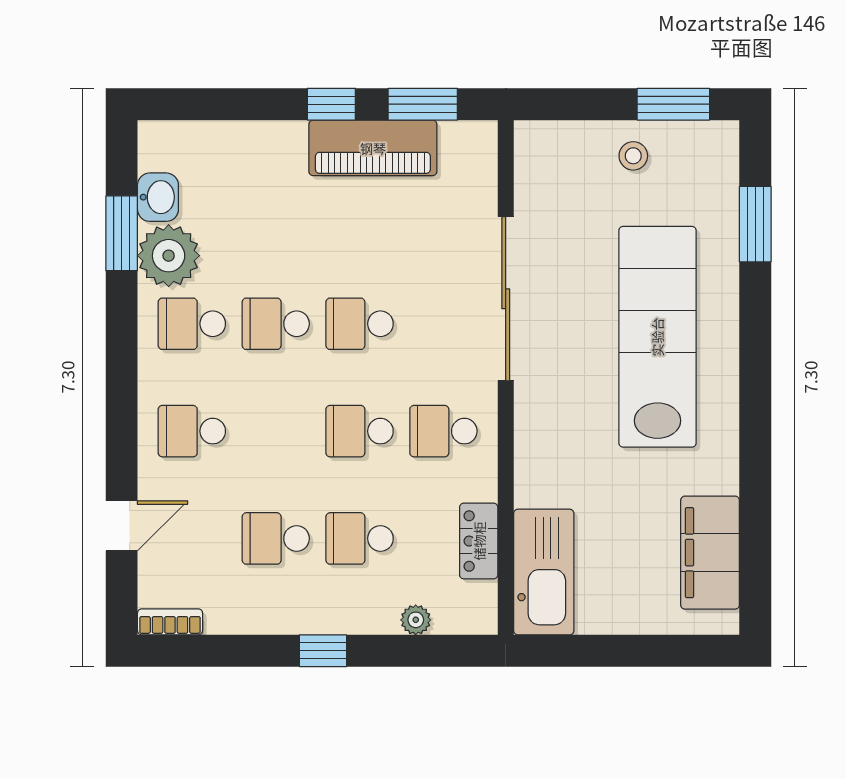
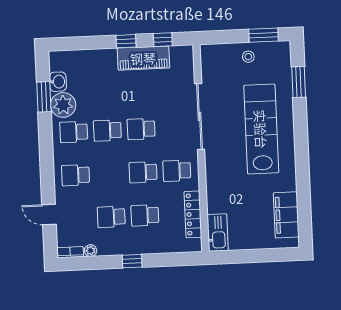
window: (423, 104) -> (163, 40), width x0.67
door: (122, 526) -> (49, 215), swing flipped
locker: (479, 541) -> (193, 214), width x1.53
kitchen sink: (544, 572) -> (218, 232), width x0.73, depth x0.81
plant: (416, 620) -> (91, 251), moved

